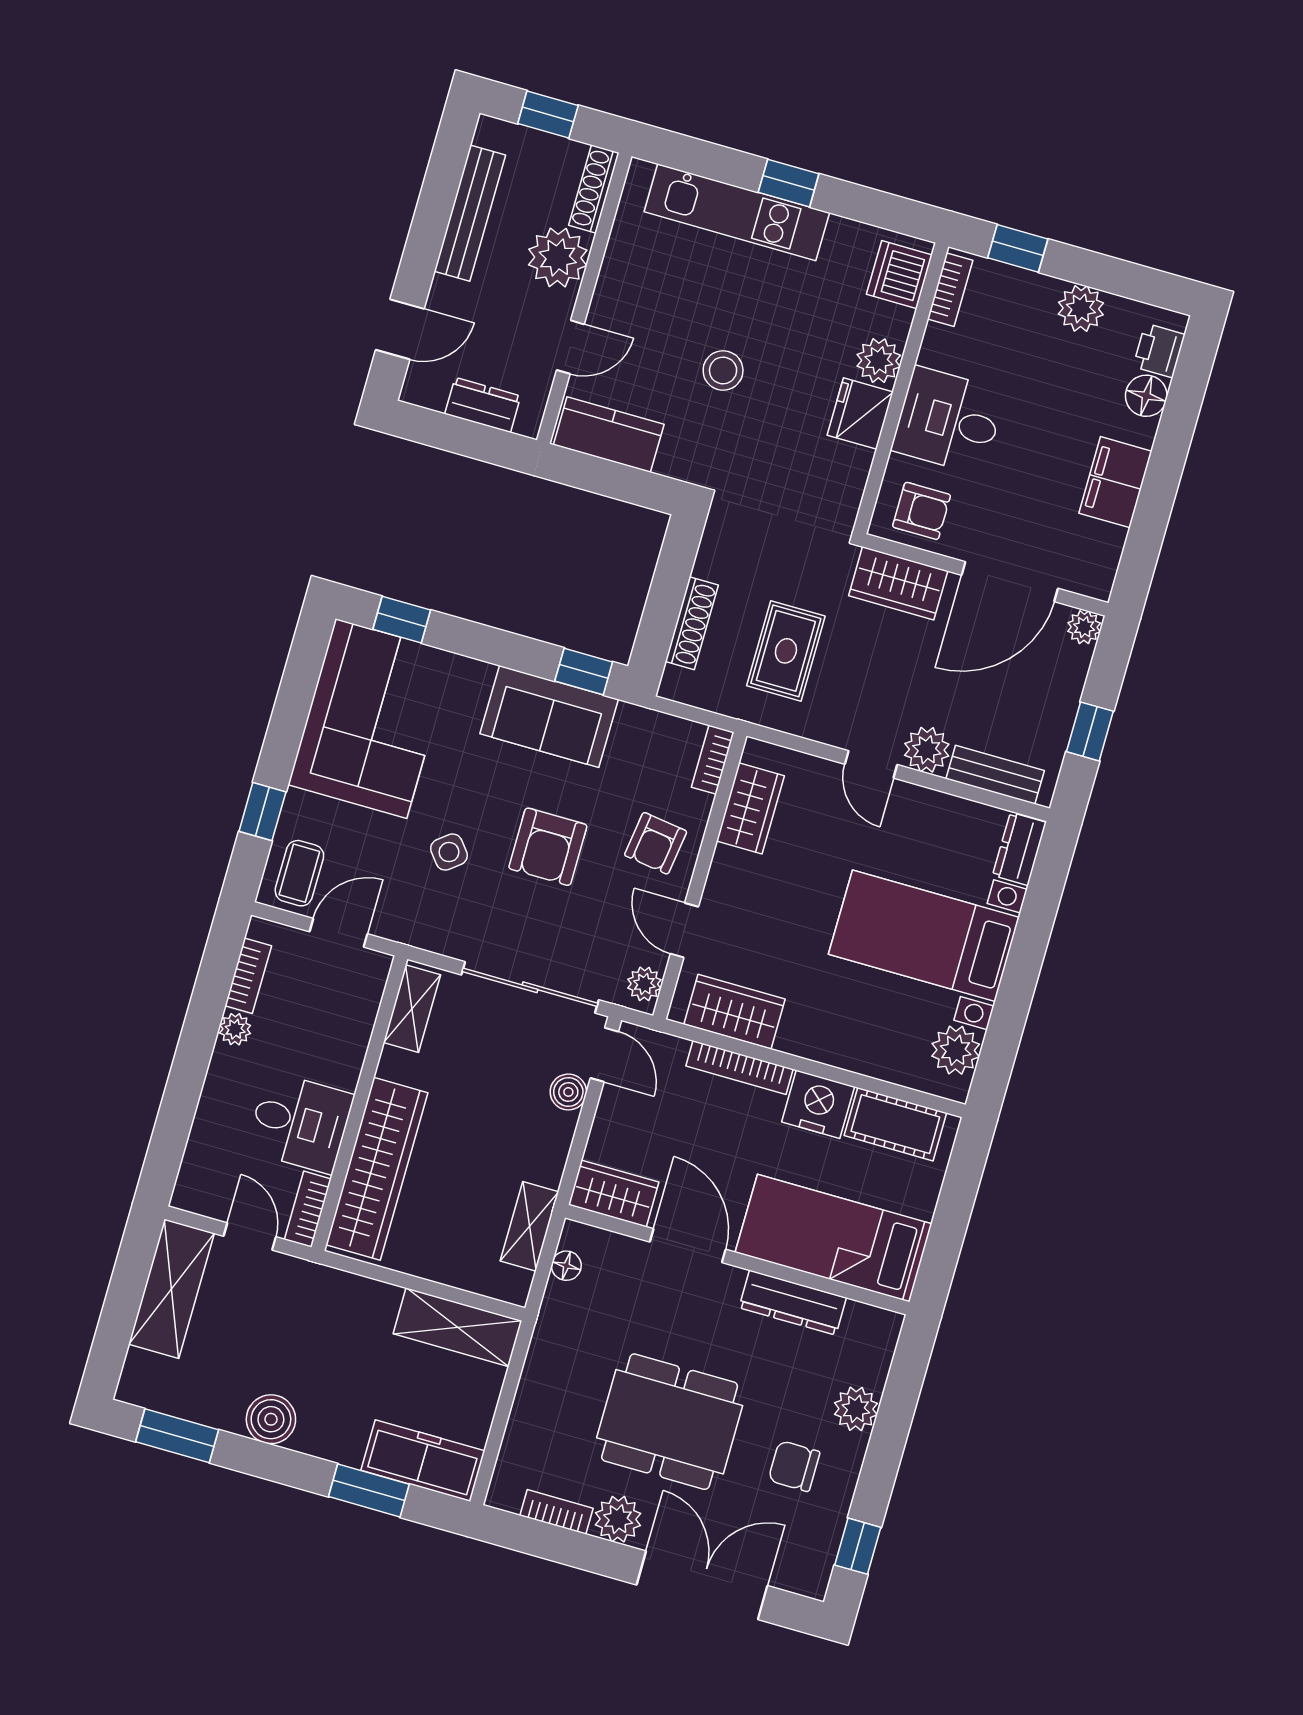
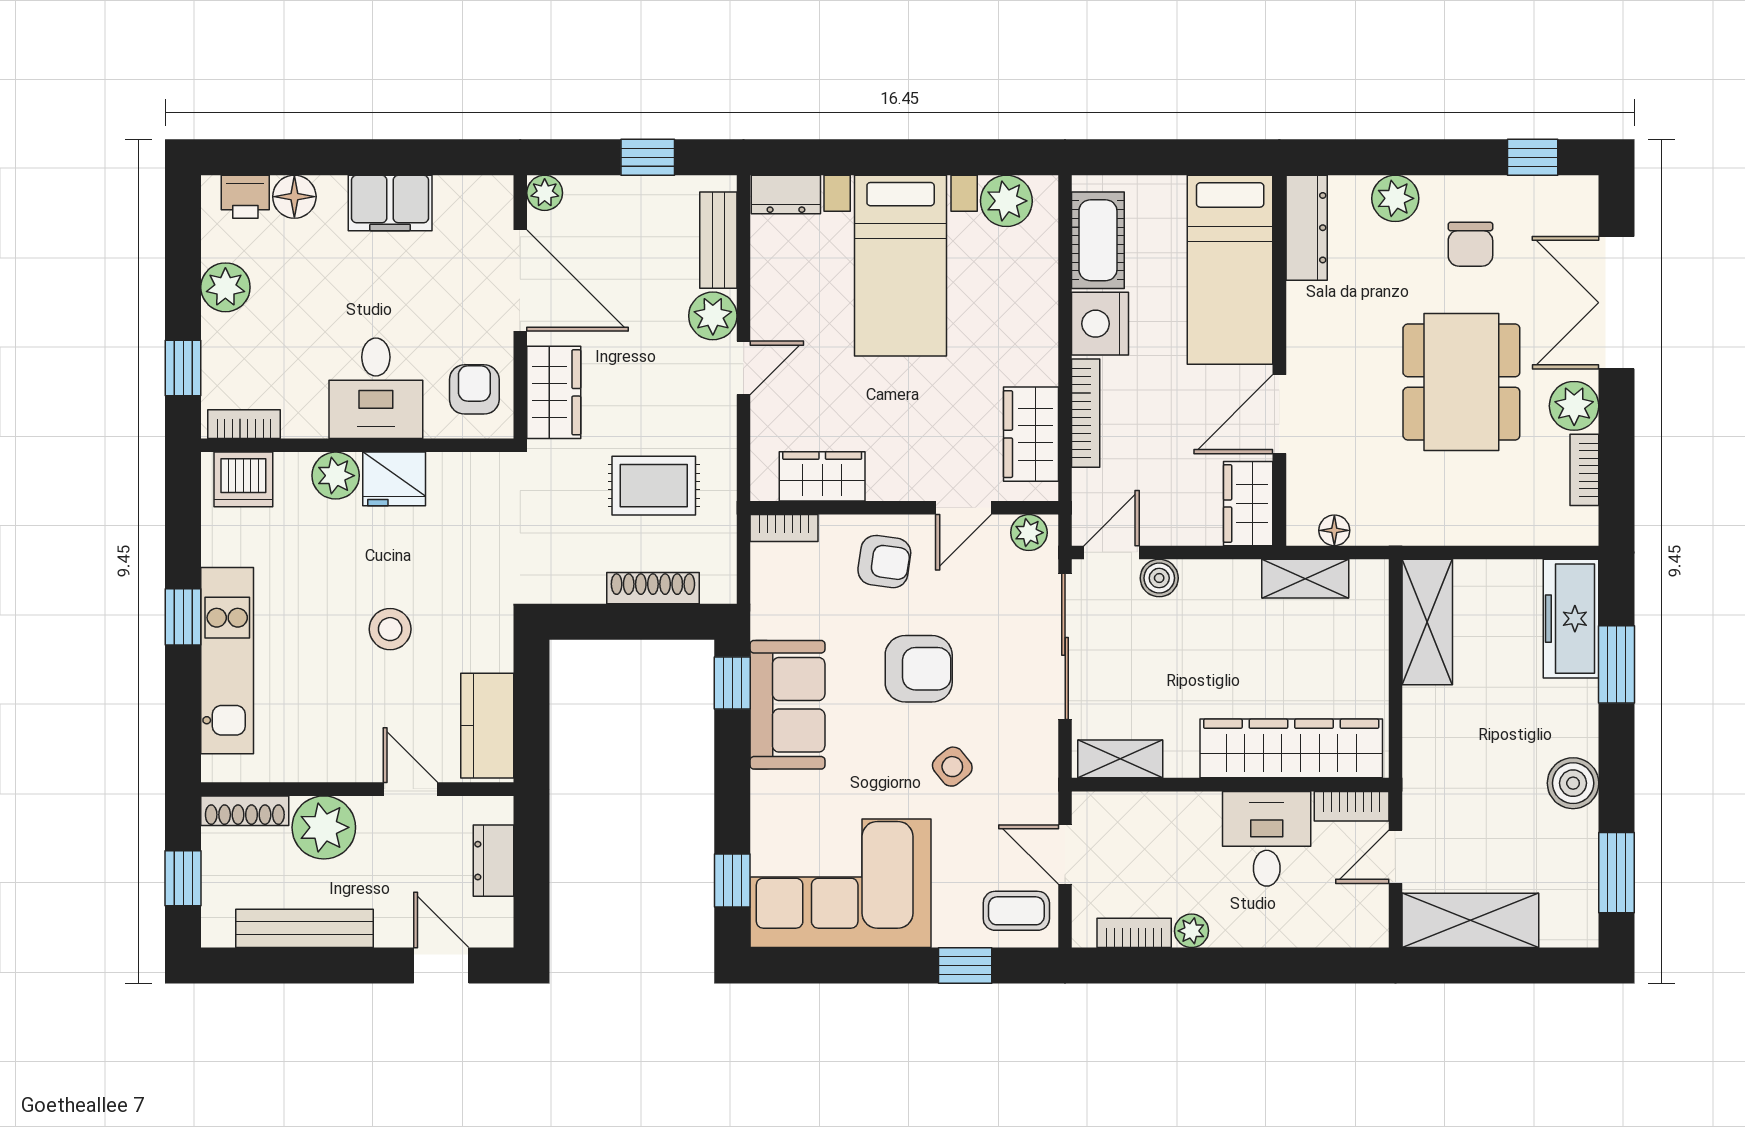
dresser: (793, 1303) -> (1307, 228), moved

